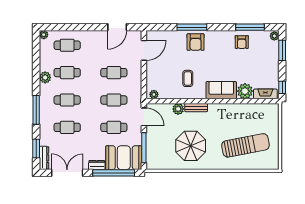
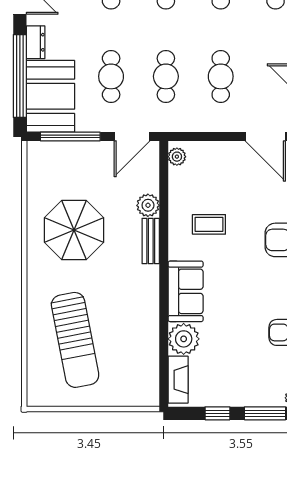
window: (282, 87) -> (217, 413), moved

